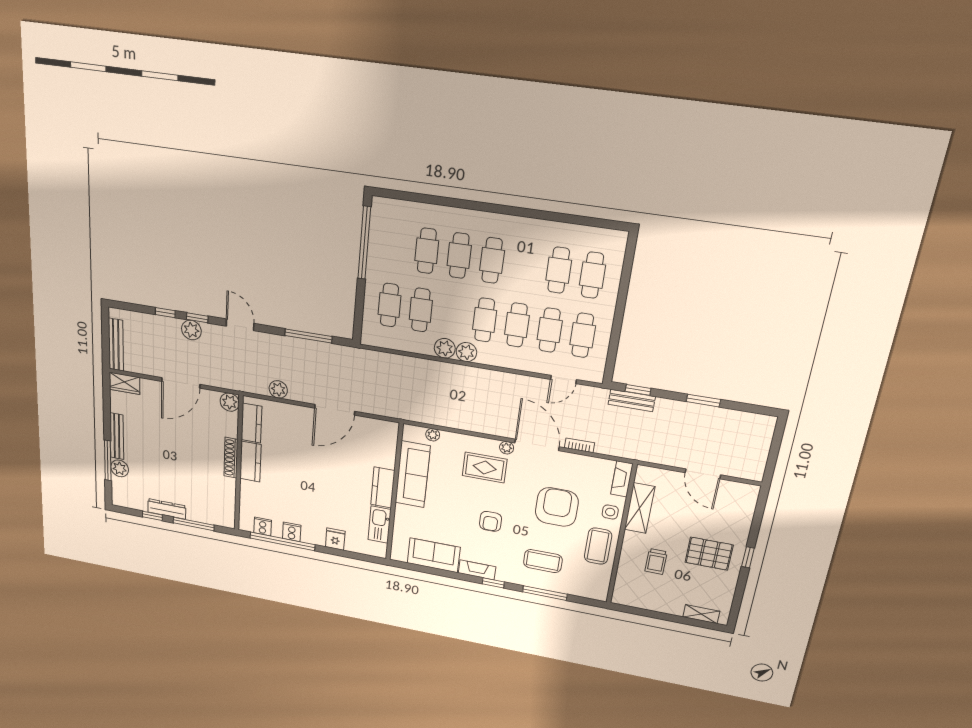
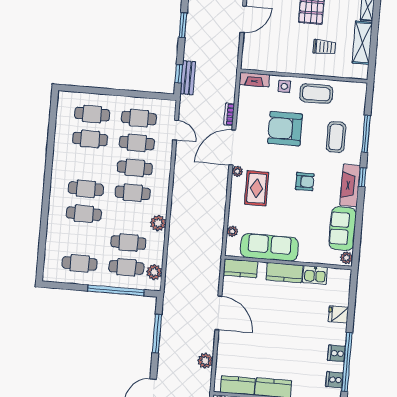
window: (364, 243) -> (116, 290), moved
cafe table: (427, 251) -> (80, 263), moved
plant: (466, 352) -> (154, 272), moved
kitchen counter: (388, 439) -> (240, 268), added
shelving: (640, 508) -> (362, 43), moved, turned 90
kitchen sink: (380, 525) -> (315, 275), width x0.73
plant: (400, 555) -> (346, 258), added
fireplace: (477, 570) -> (350, 186), width x1.37, depth x1.32

